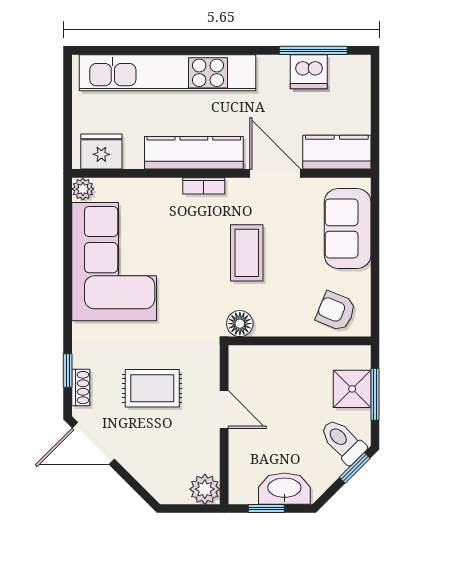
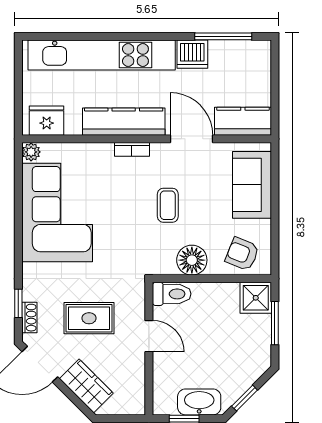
dishwasher: (309, 72) -> (192, 54), moved
coffee table: (247, 253) -> (168, 205), width x0.73, depth x0.77
floor lamp: (240, 324) -> (192, 260), moved, width x1.38, depth x1.38
shower: (352, 389) -> (256, 298), moved
toilet: (343, 441) -> (172, 294), moved, turned 135
window: (355, 468) -> (245, 398), moved
wardrobe: (149, 469) -> (86, 386), added
plant: (205, 489) -> (133, 402), removed

